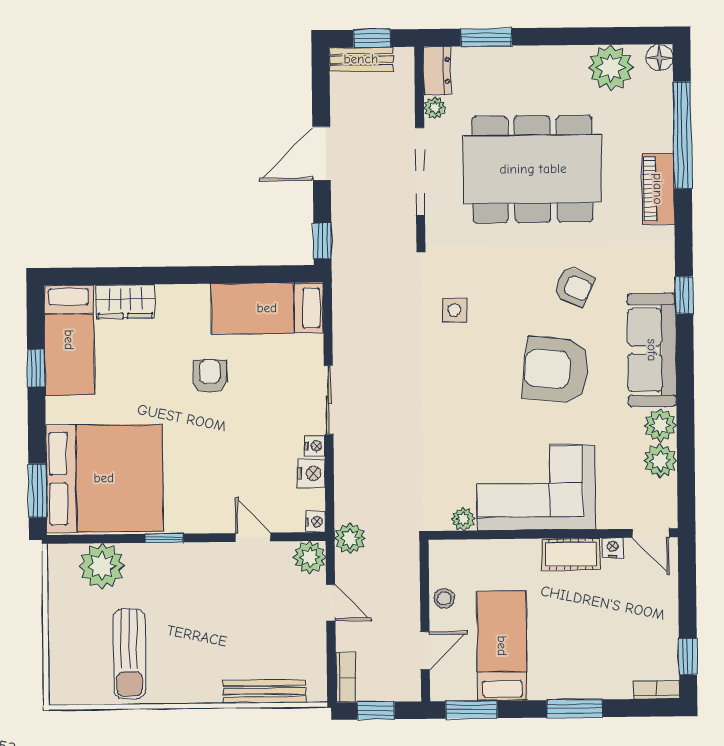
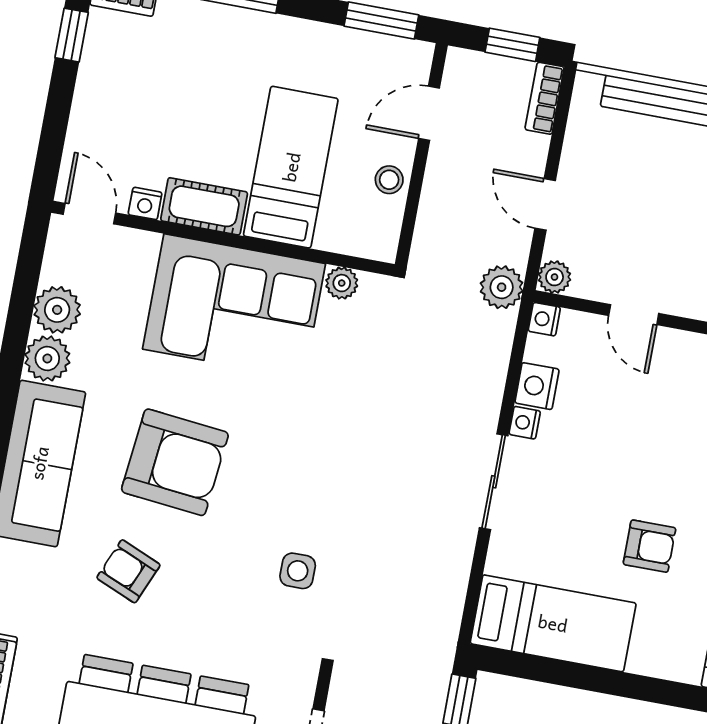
armchair: (210, 376) -> (650, 546), turned -90
plant: (310, 557) -> (555, 277), width x0.73, depth x0.73
bed: (502, 646) -> (291, 167), moved, turned 180

